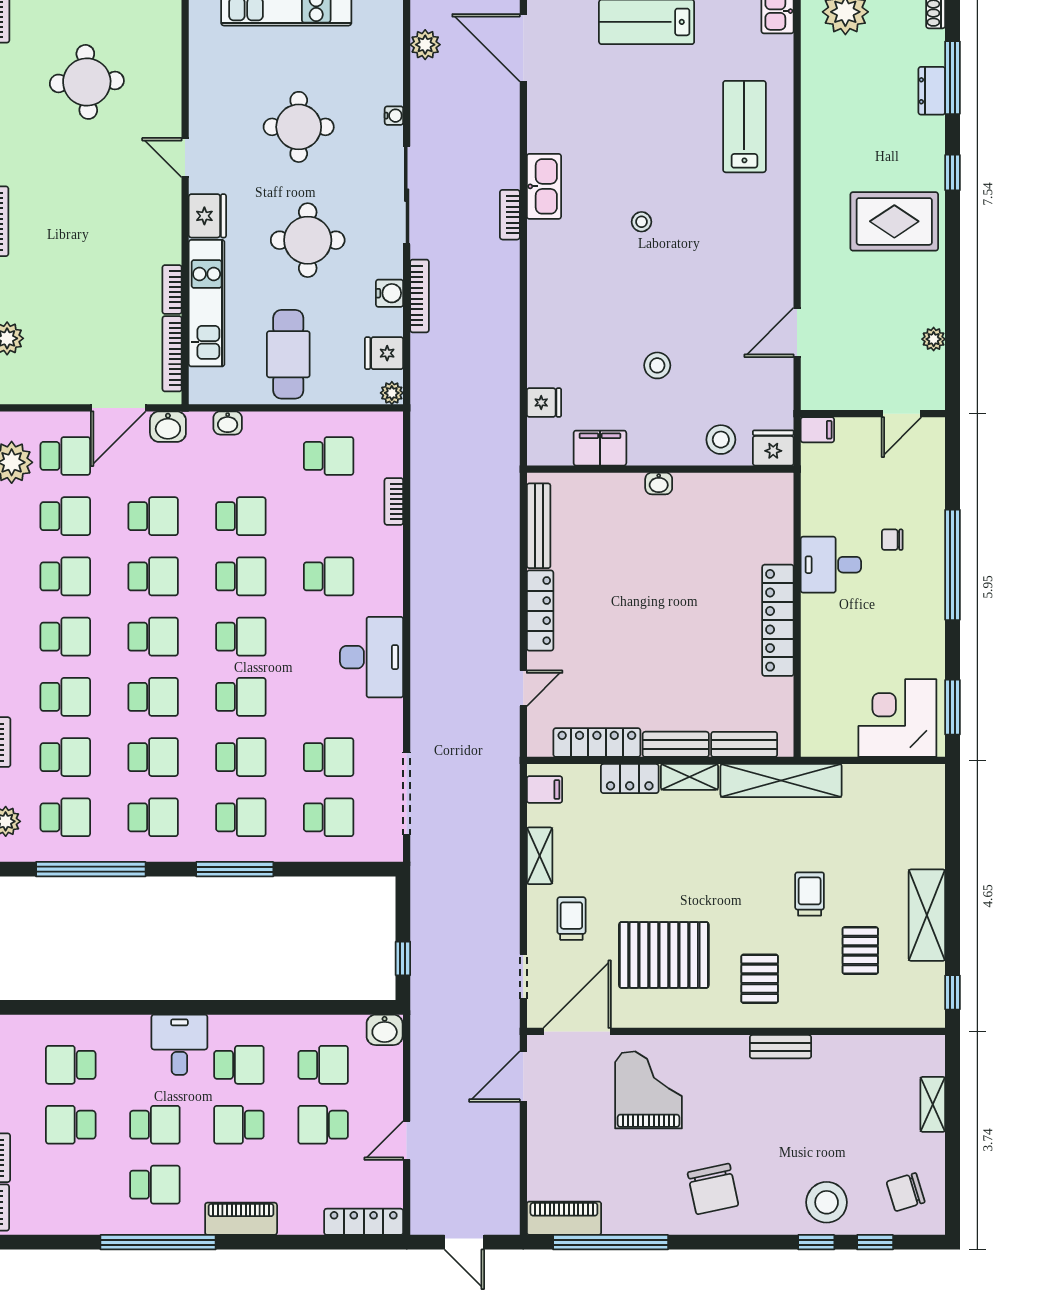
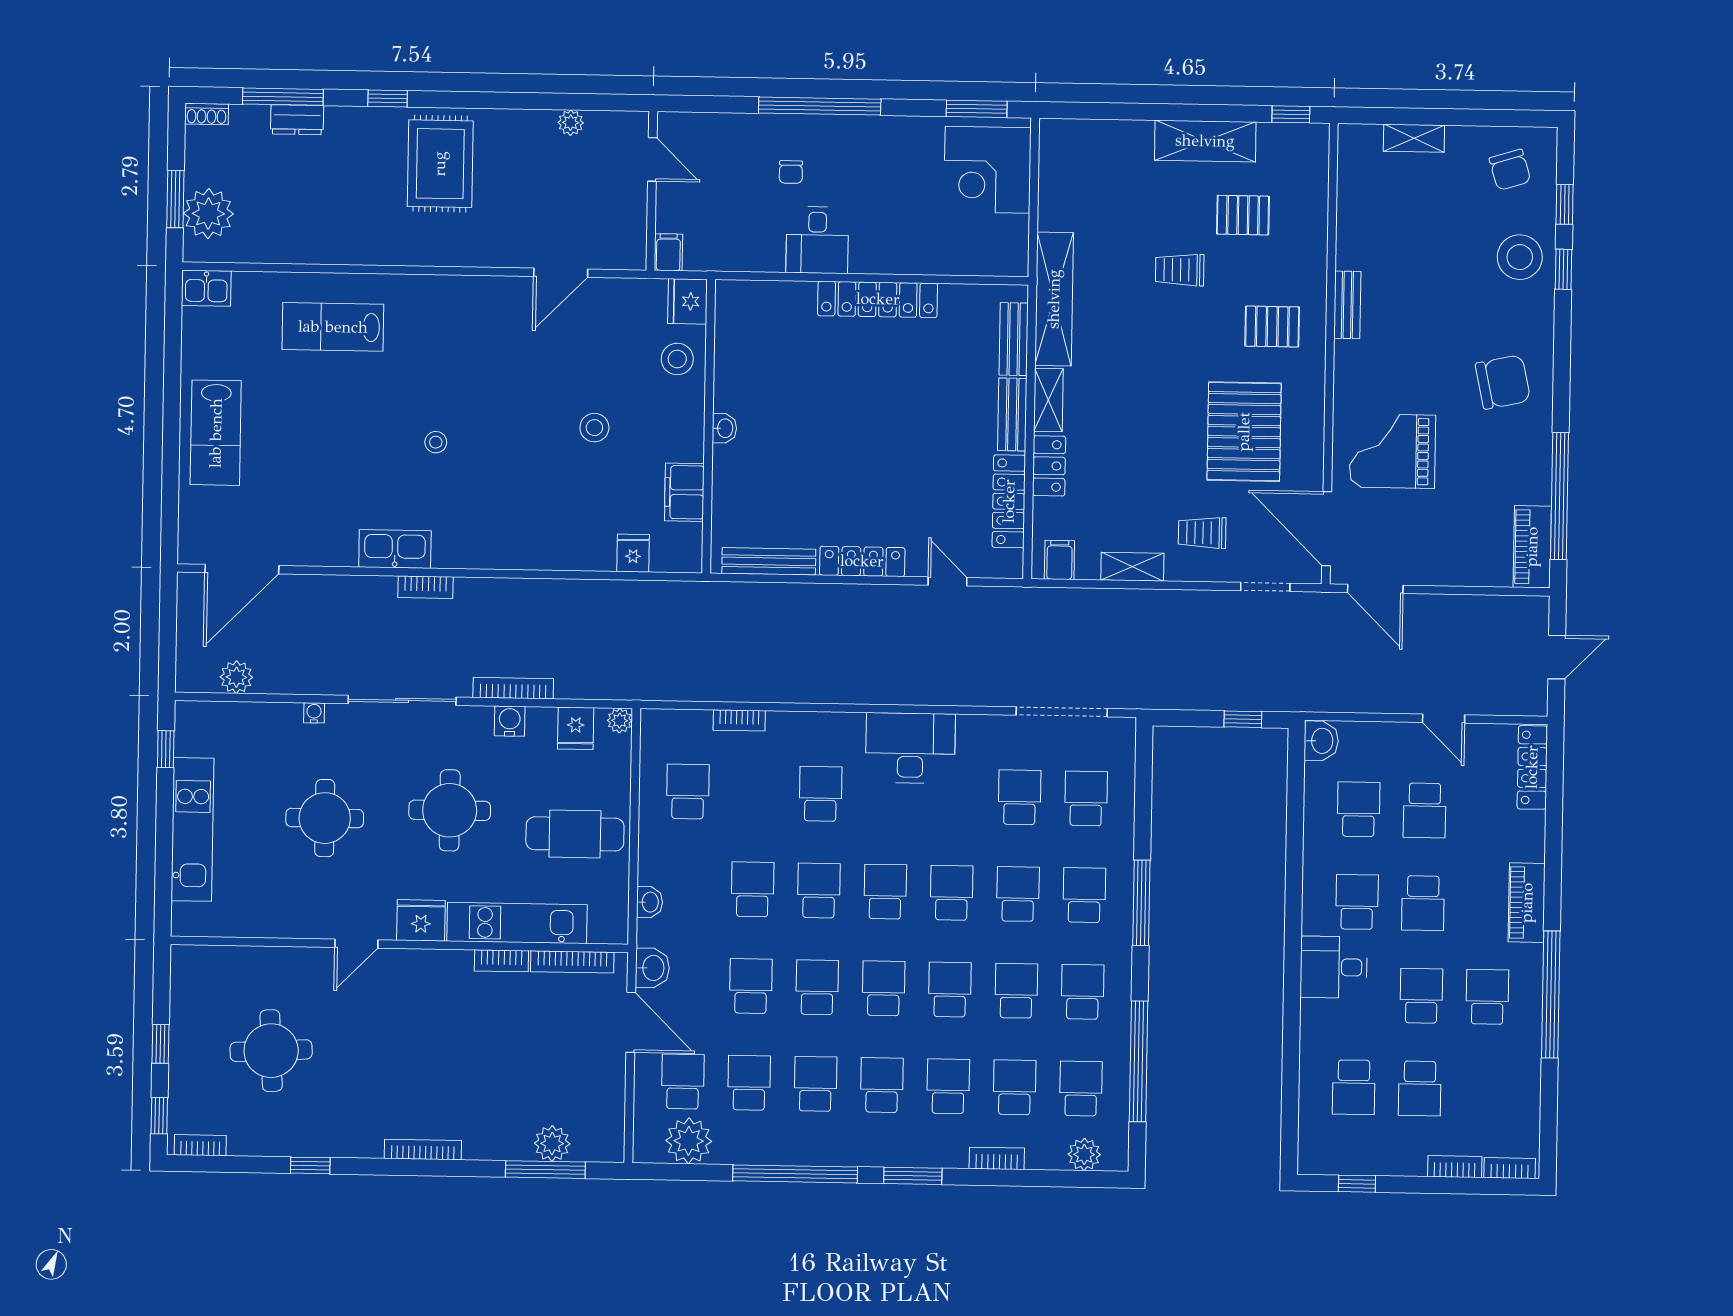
door: (797, 332) -> (561, 273), hinge flipped

